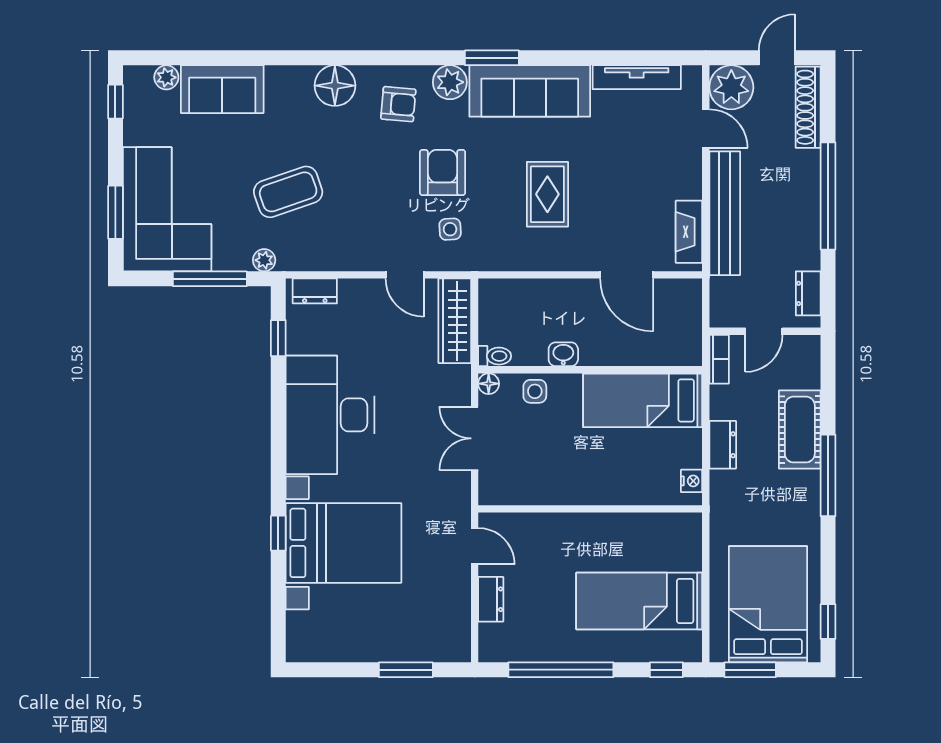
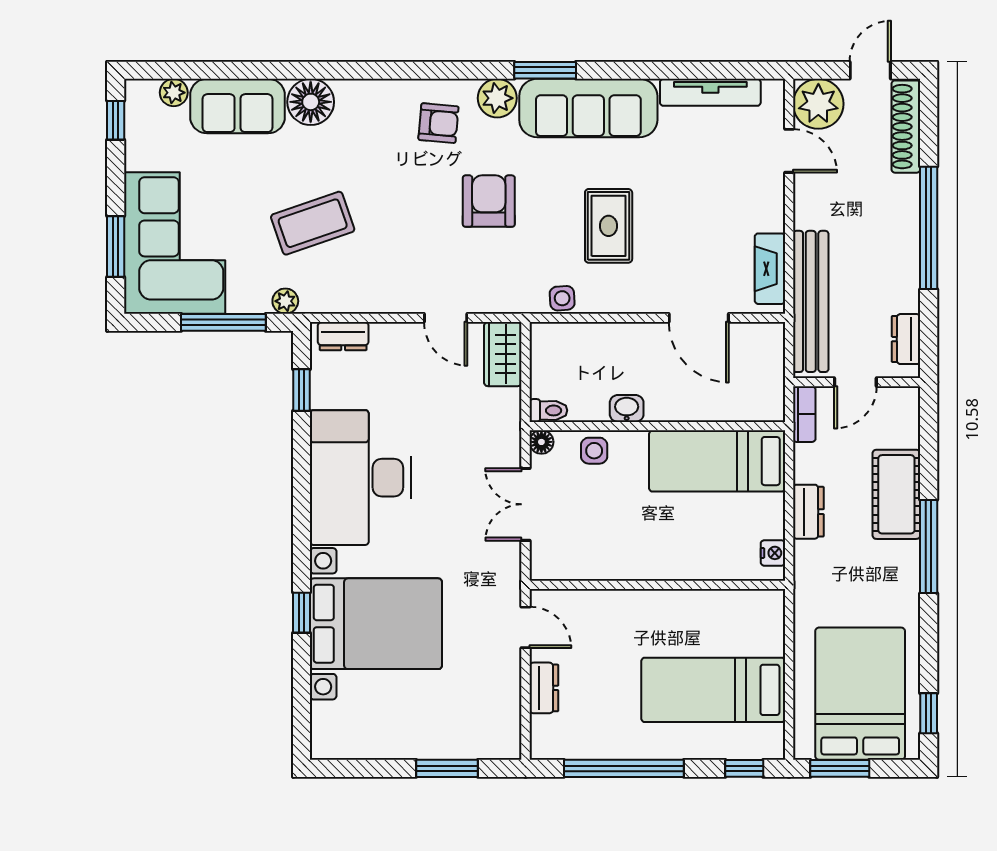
floor lamp: (335, 86) -> (311, 102), moved
bench: (725, 213) -> (811, 301), moved
side table: (450, 229) -> (562, 298), moved
wardrobe: (455, 321) -> (503, 354), width x0.67

